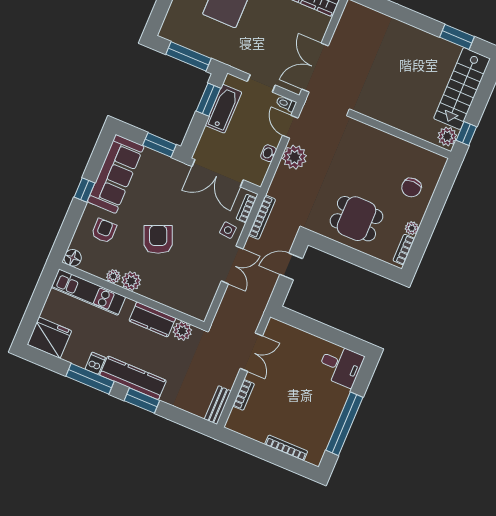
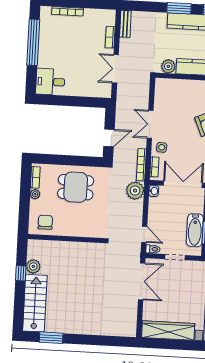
wall: (402, 135) -> (66, 239), moved
washbasin: (268, 153) -> (154, 191), moved
plant: (294, 157) -> (135, 191), moved

